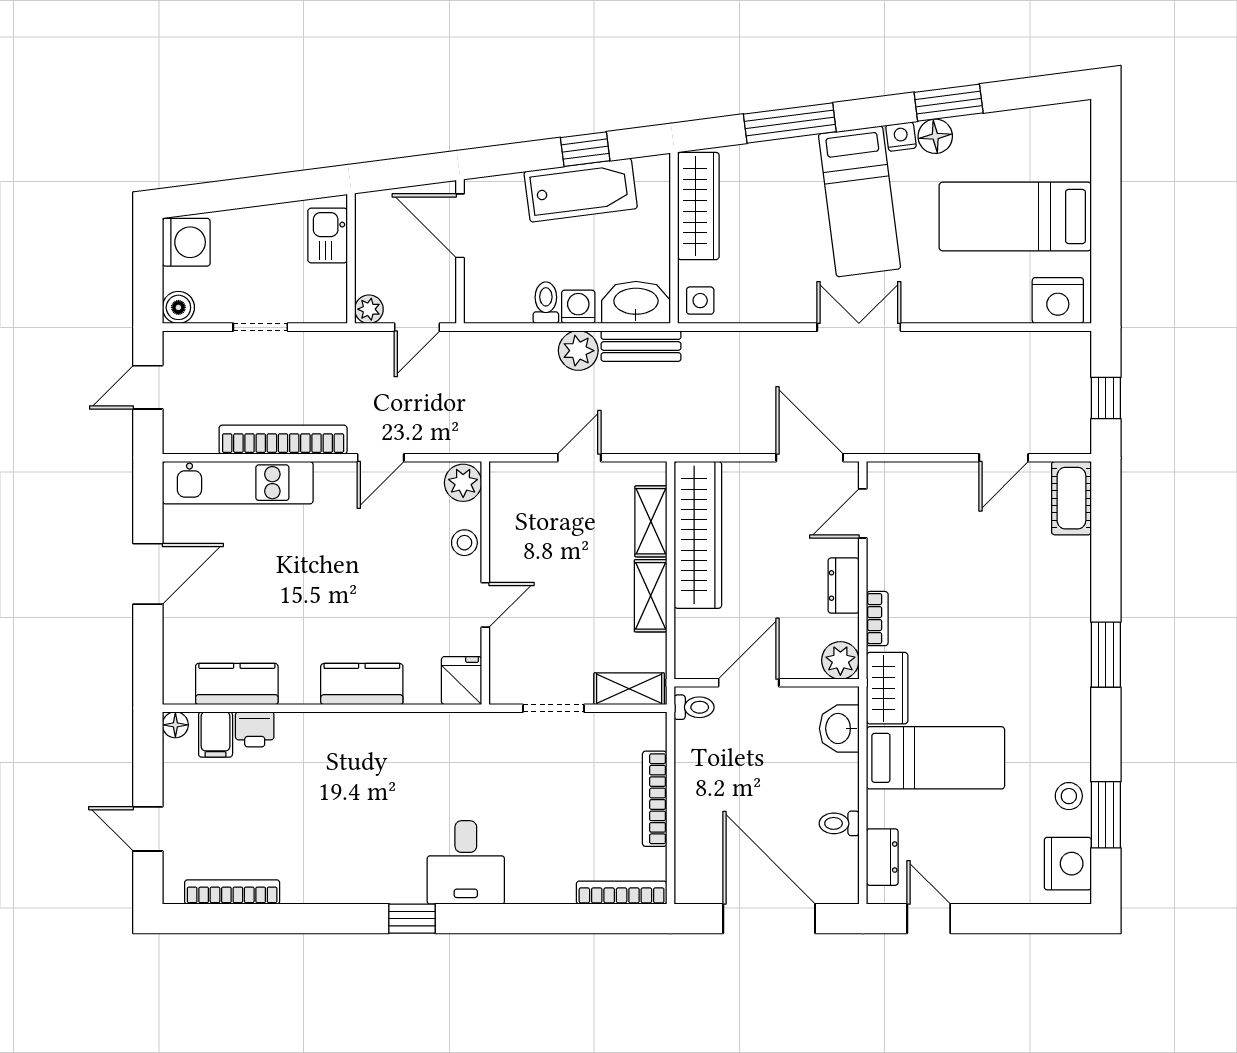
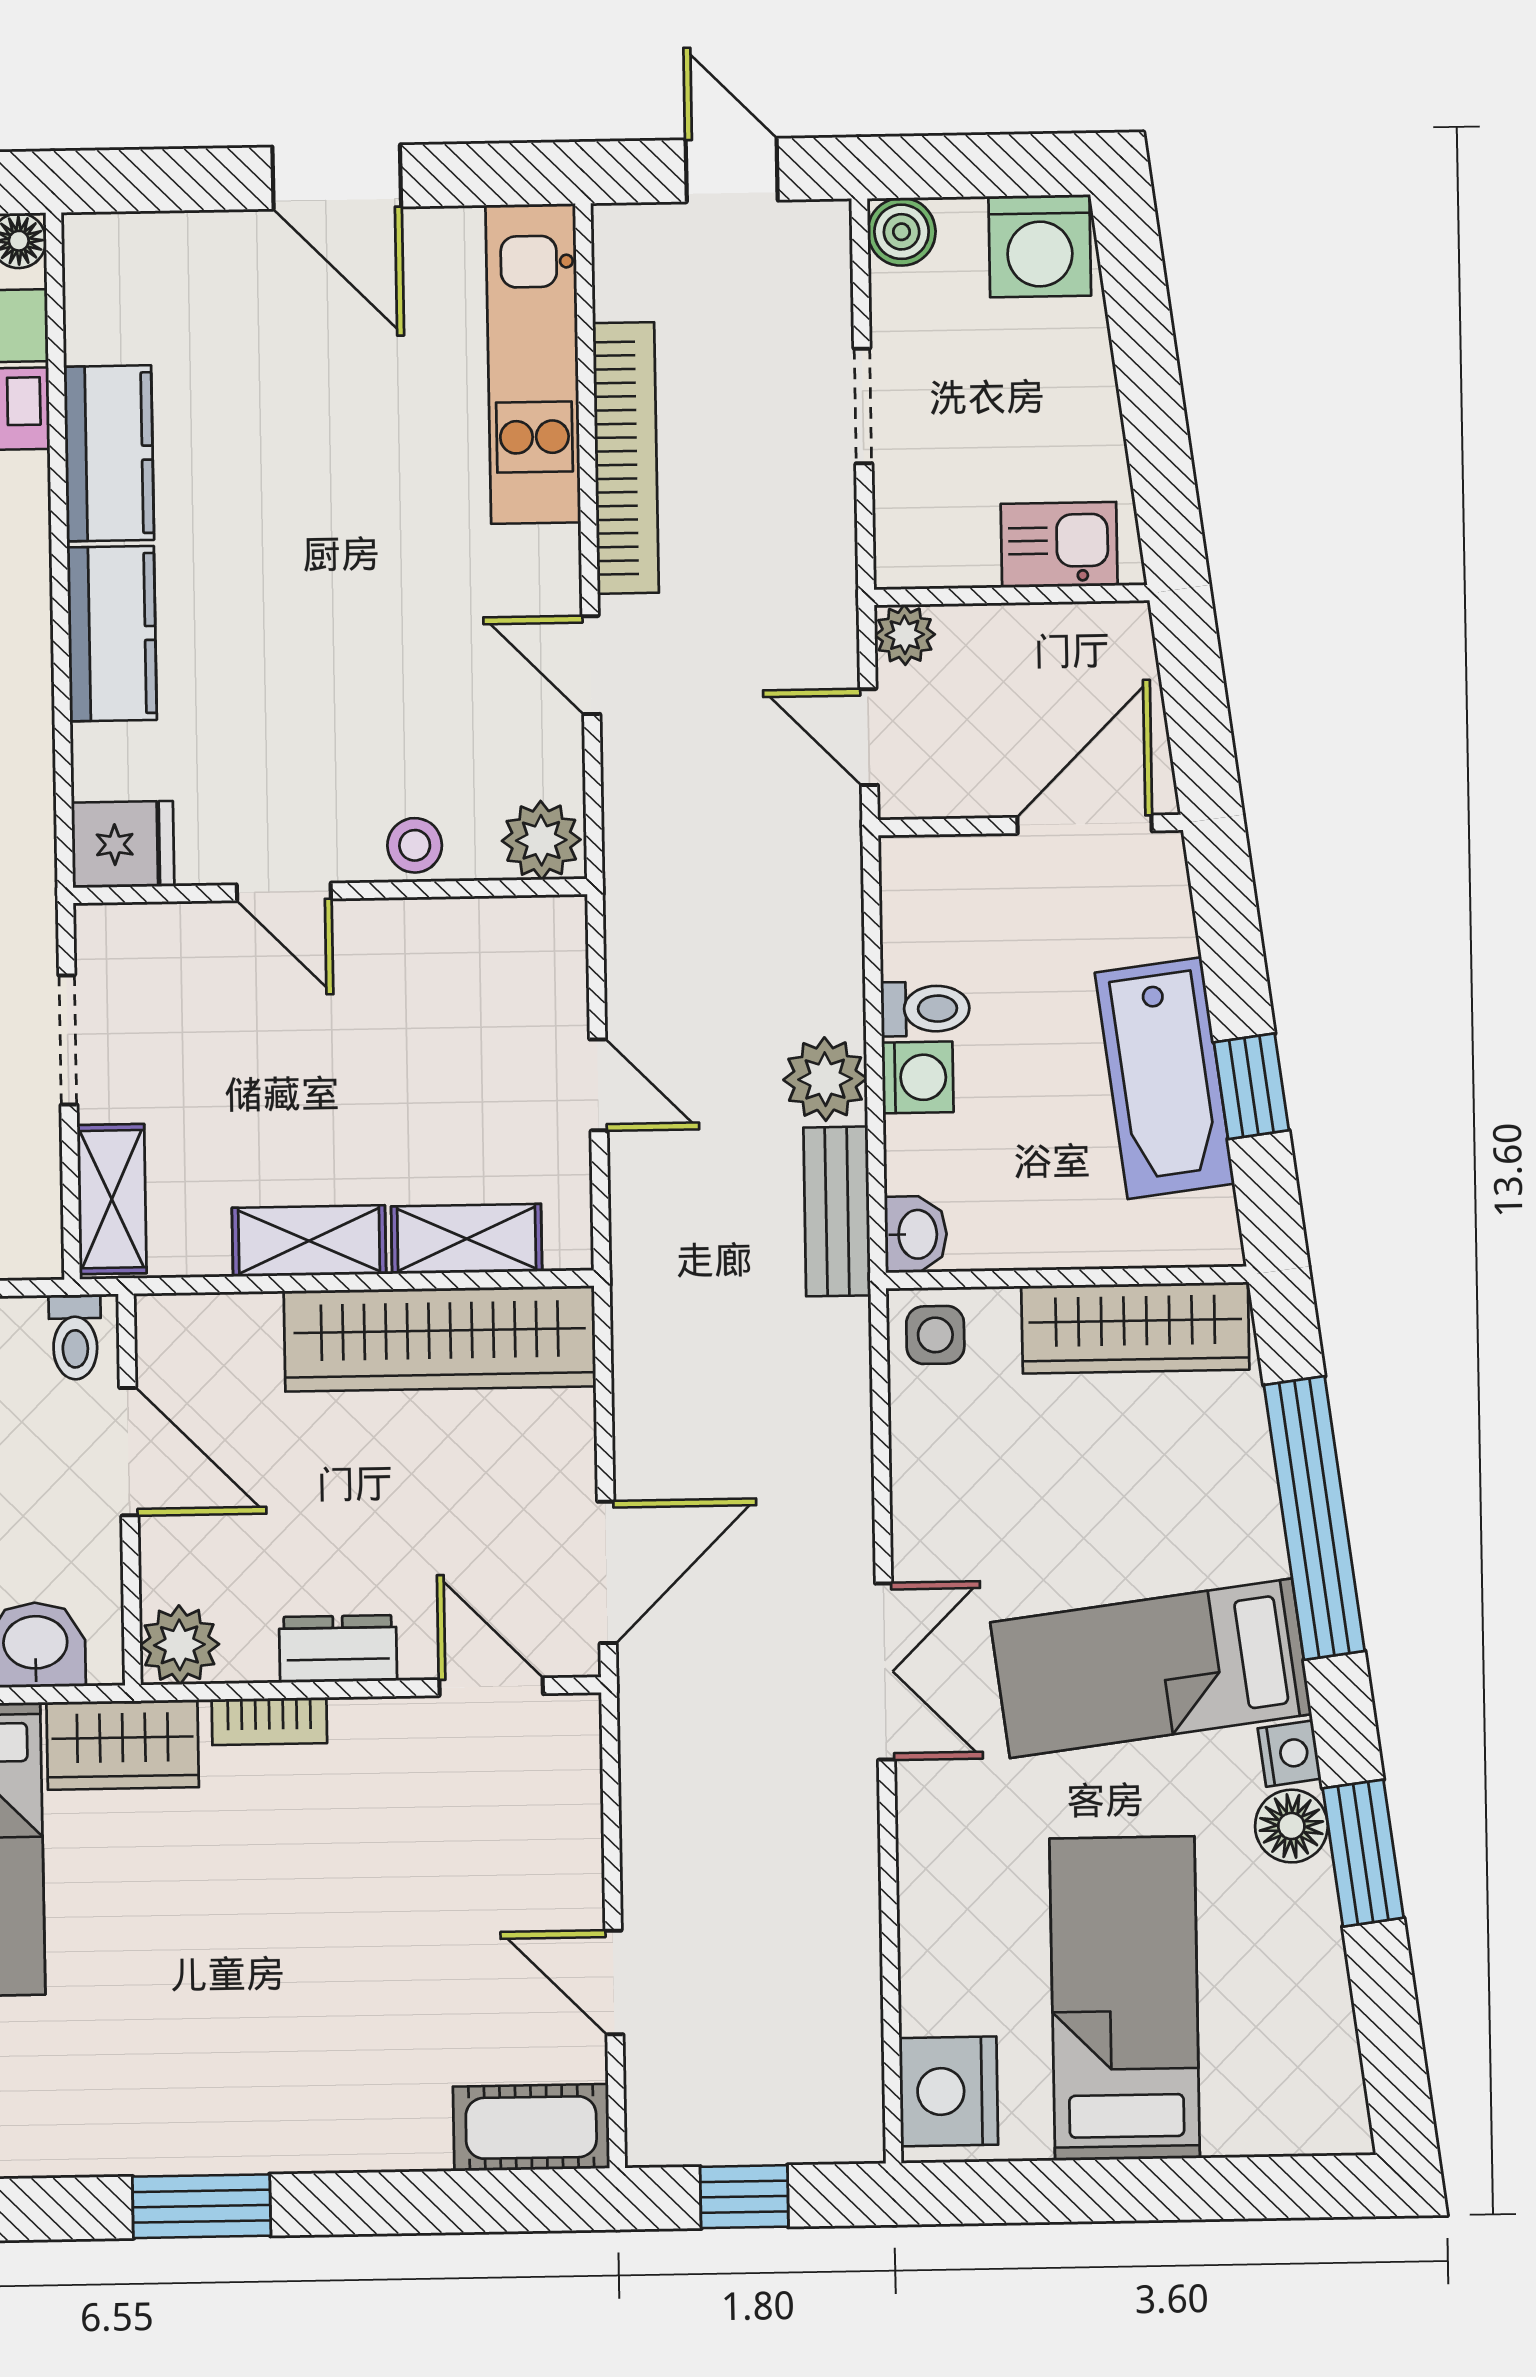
window: (790, 123) -> (1314, 1518), width x1.46
washbasin: (636, 302) -> (916, 1234), width x0.52, depth x0.69
kitchen counter: (237, 684) -> (109, 453), moved

